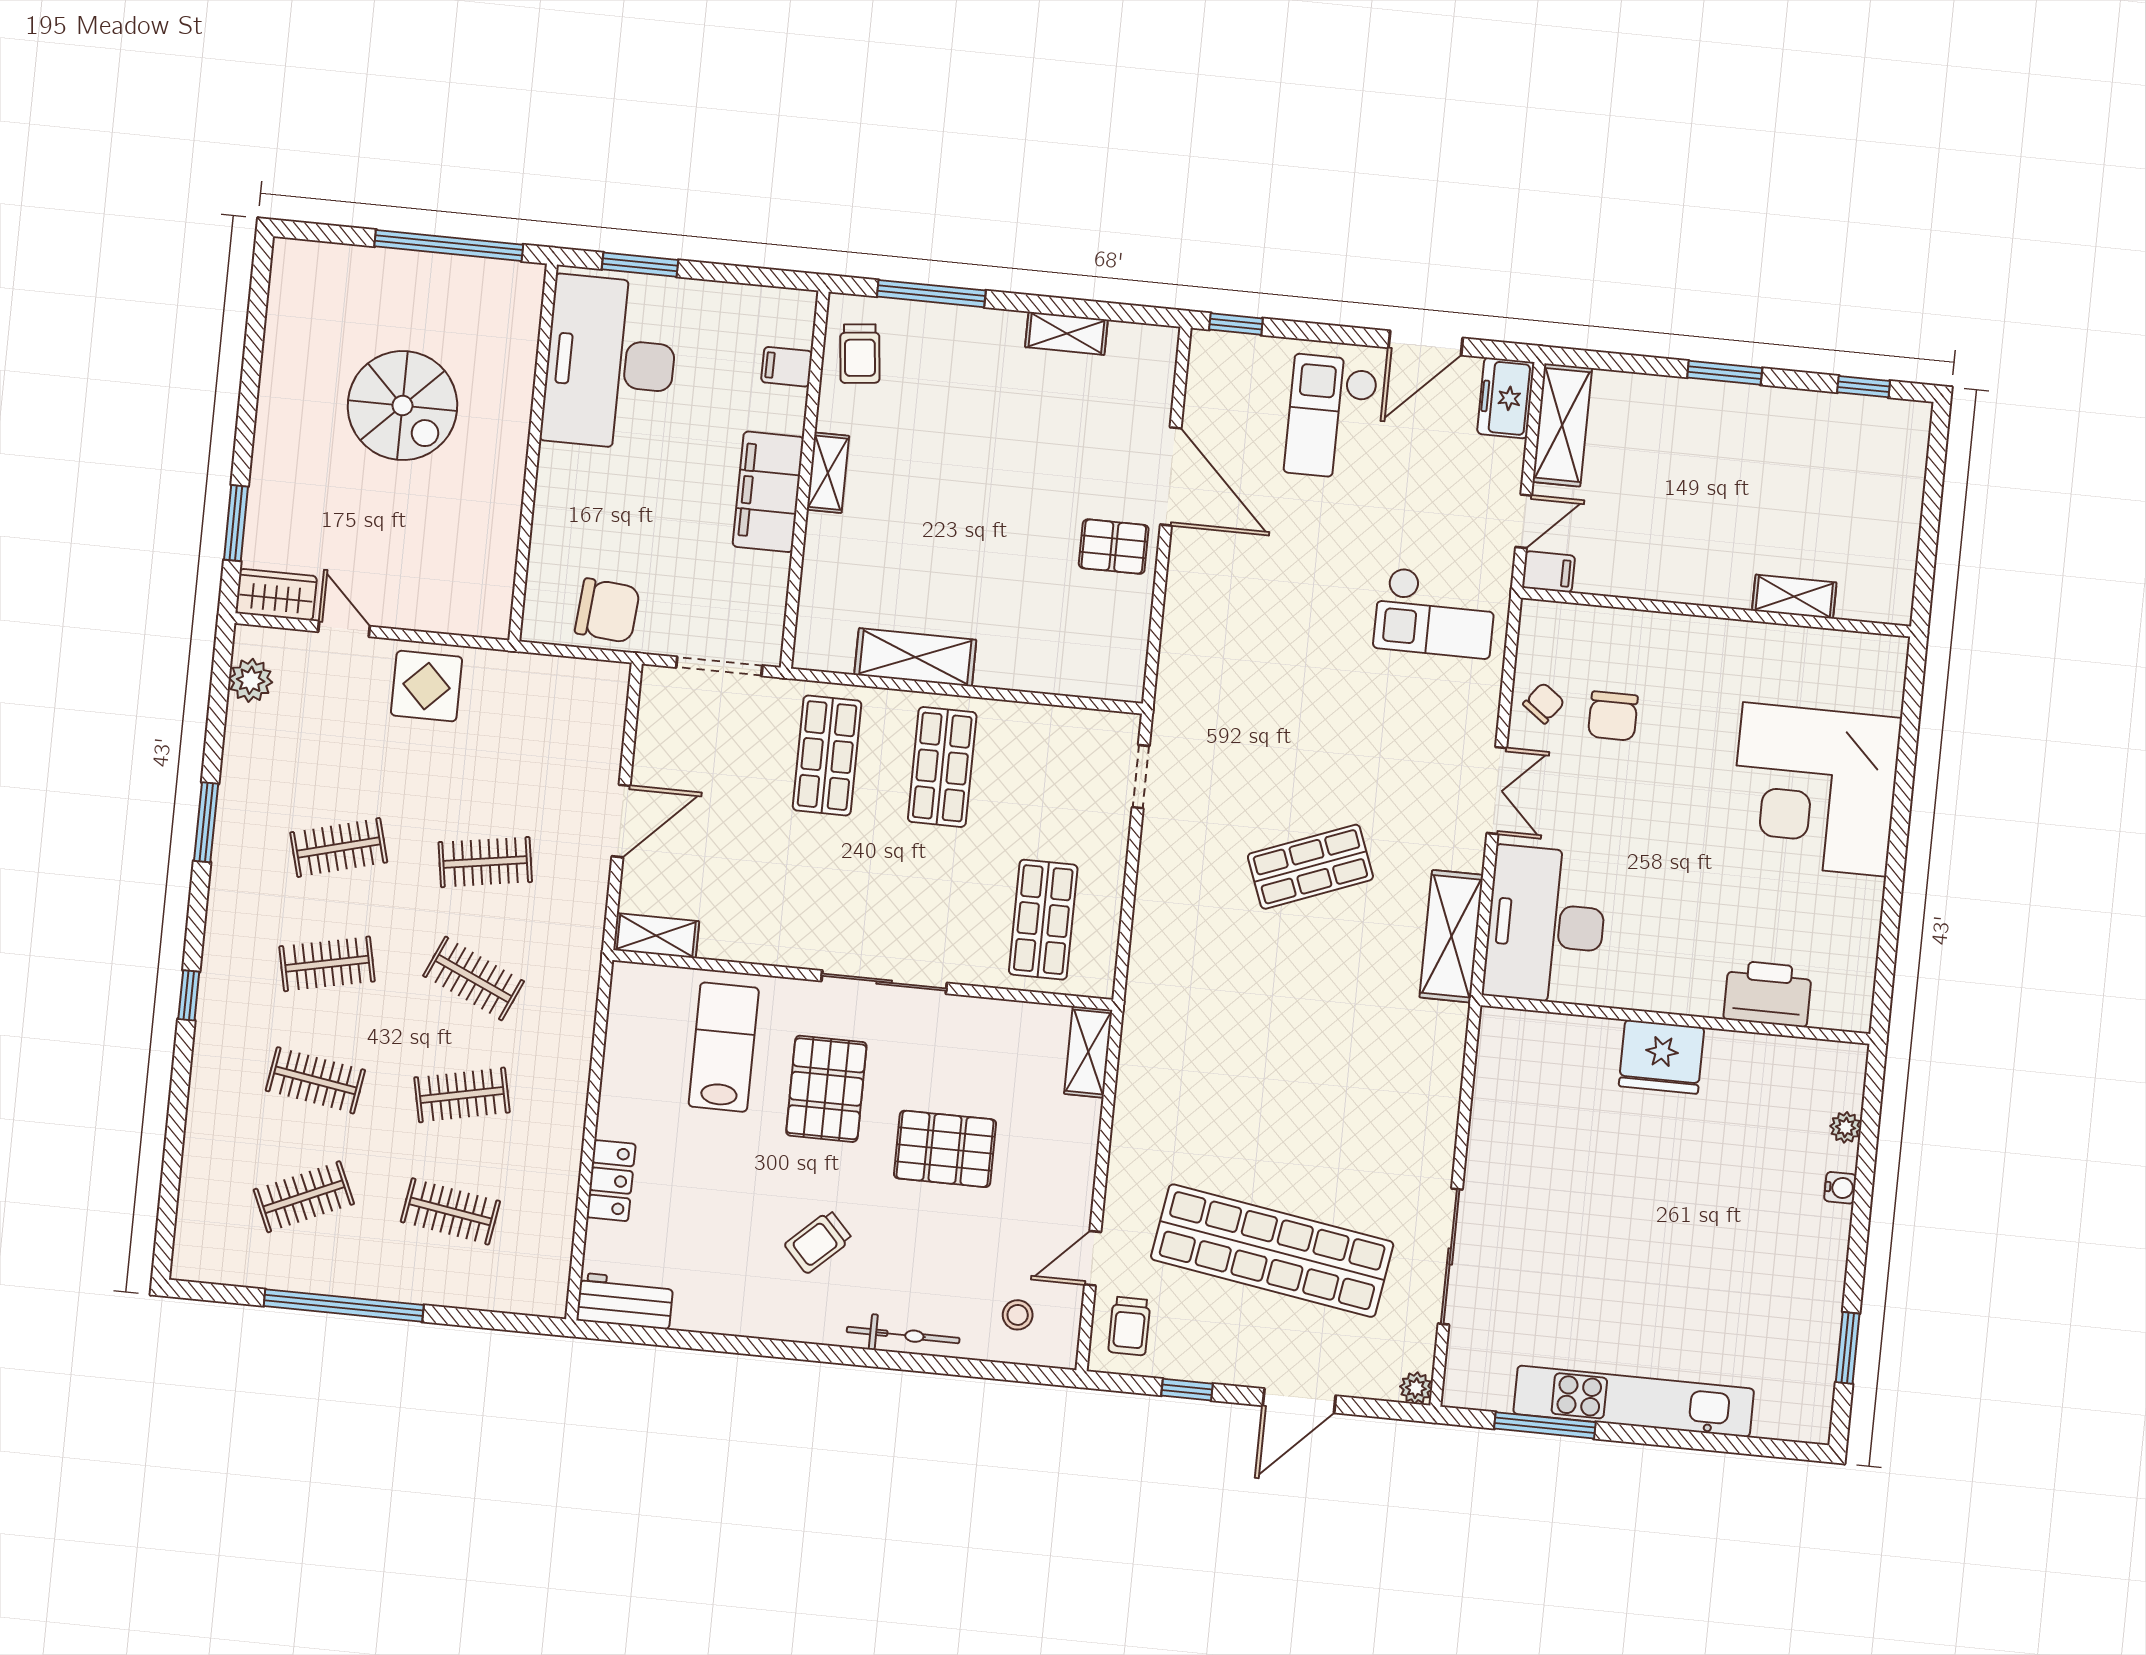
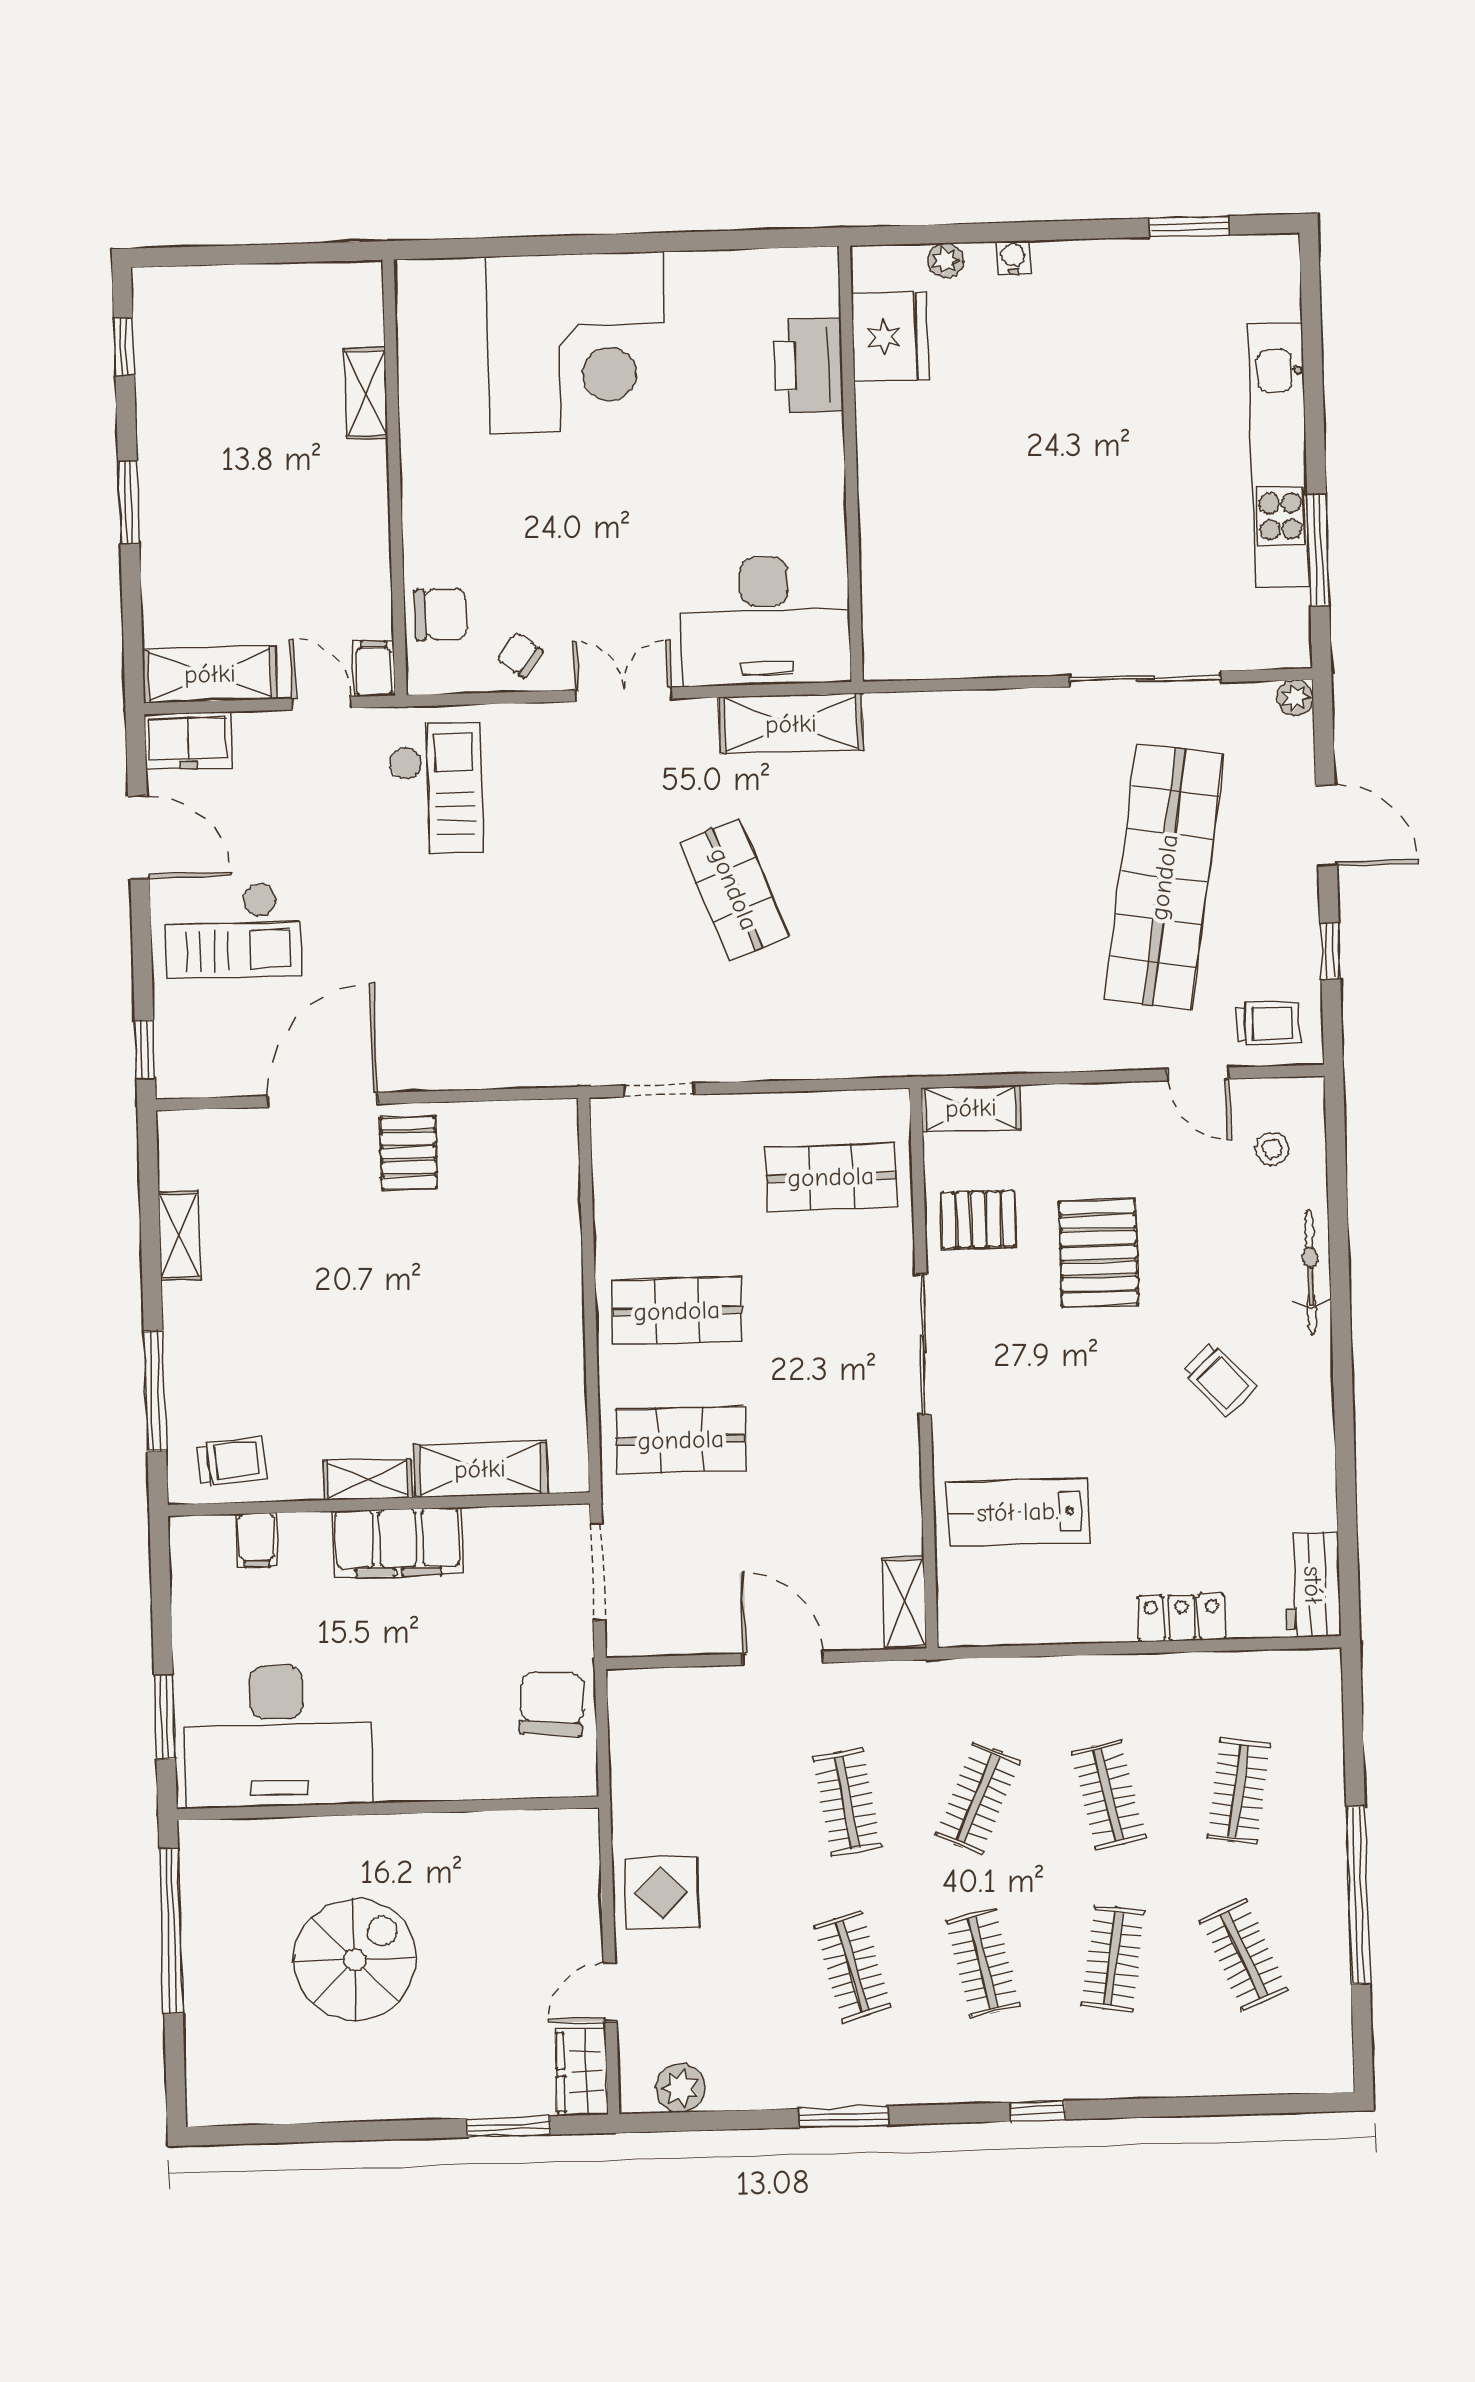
shelving: (915, 657) -> (480, 1469), moved, turned 90
chair: (1613, 716) -> (441, 614), moved
fridge: (1661, 1057) -> (890, 337), moved
pallet: (826, 1089) -> (979, 1220), moved, width x0.67, depth x0.71

